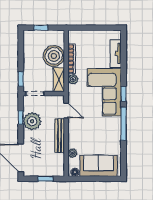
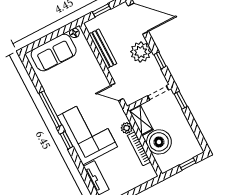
plant: (32, 121) -> (141, 52), moved
bench: (60, 136) -> (103, 49), moved
plant: (72, 153) -> (87, 51), removed

